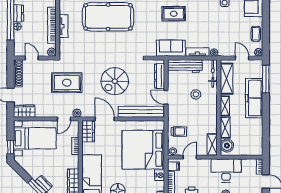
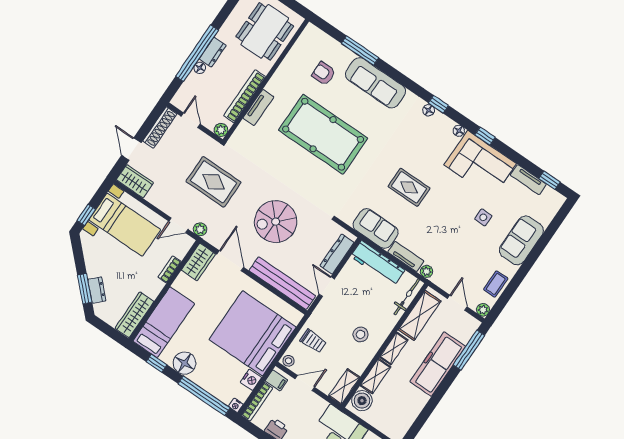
stool: (196, 94) -> (361, 334), moved

